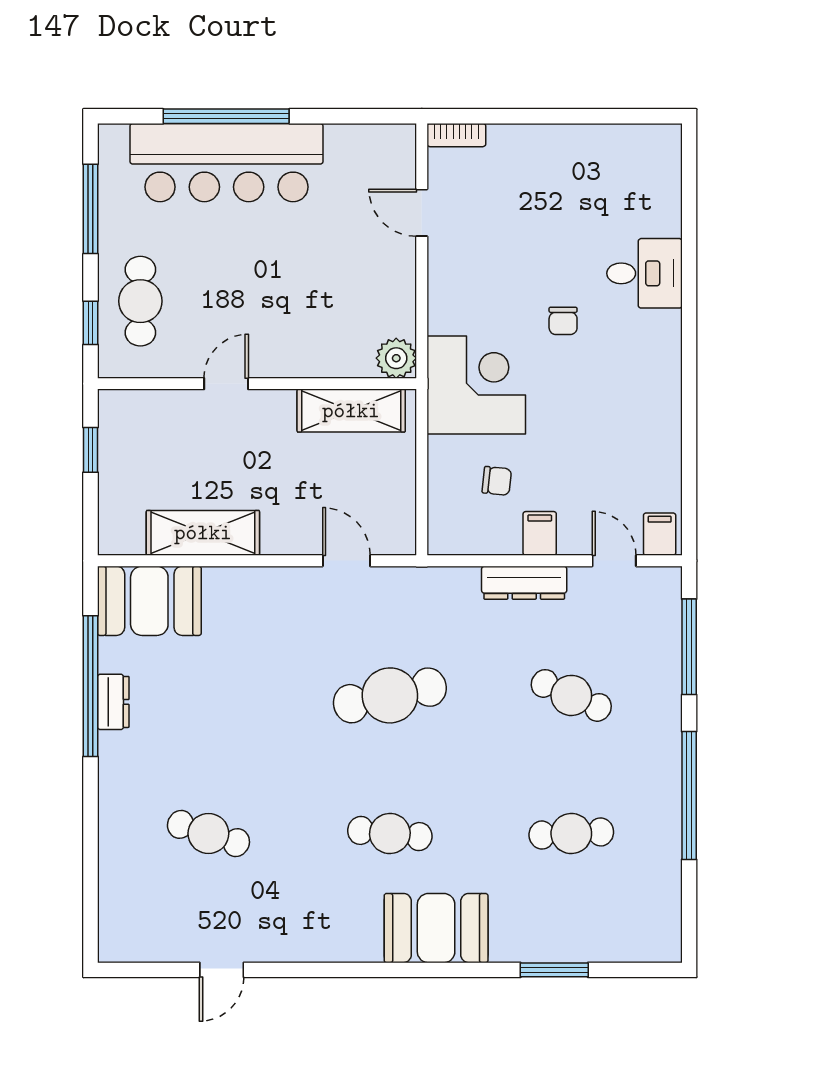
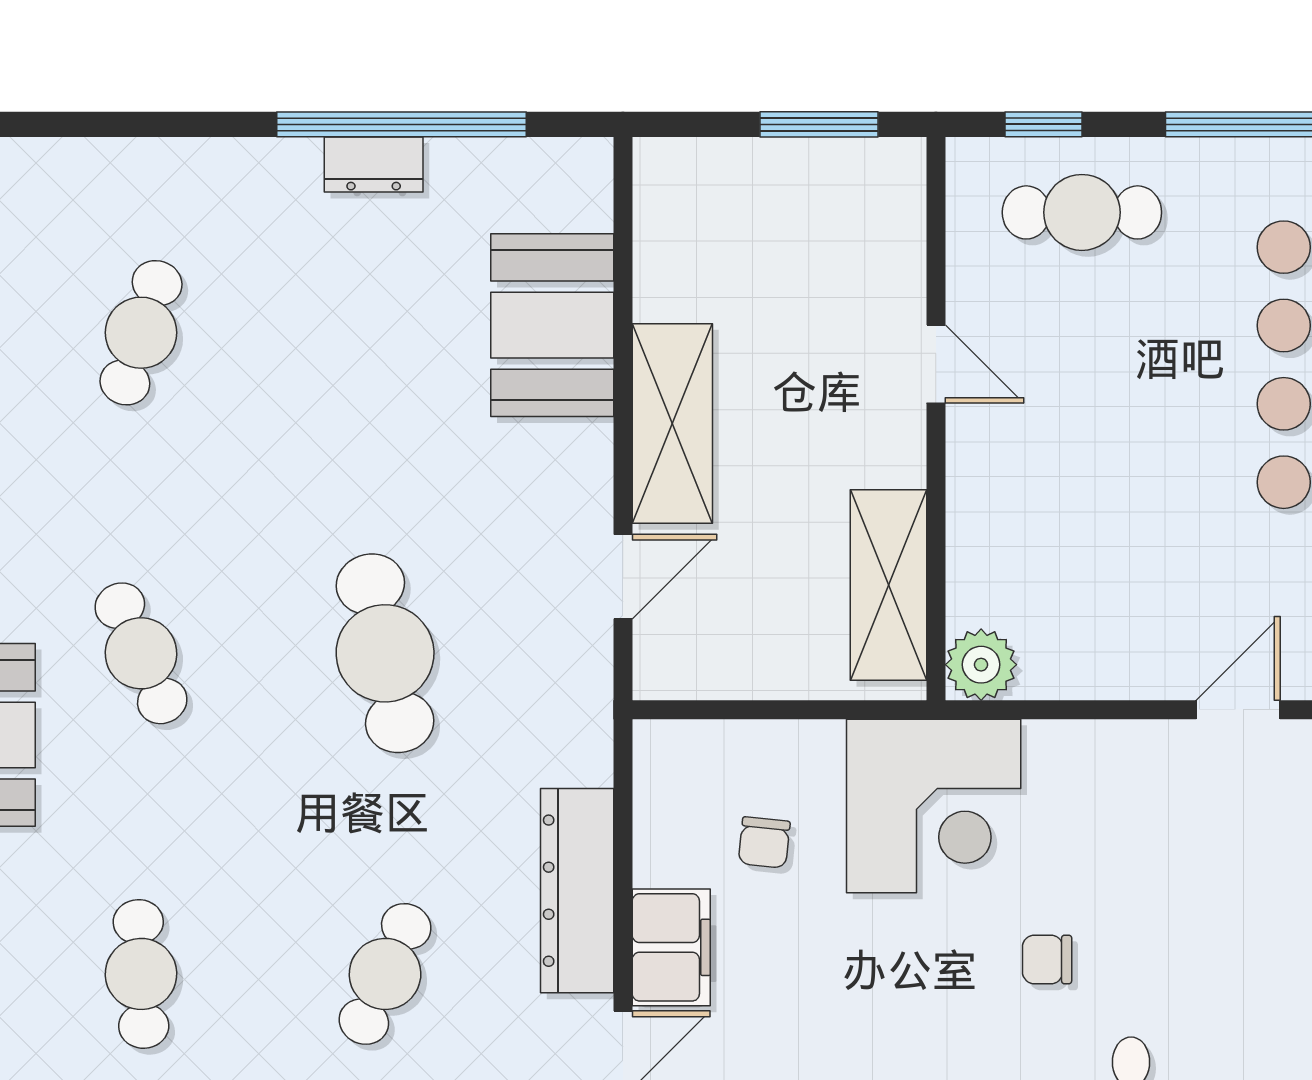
window: (91, 450) -> (819, 124), width x1.50
shelving: (203, 533) -> (672, 424), moved
filing cabinet: (540, 533) -> (671, 947), width x2.00
dresser: (524, 583) -> (577, 891), width x1.37, depth x1.24
booth: (149, 601) -> (552, 325), moved
cafe table: (390, 833) -> (141, 653), turned -30

